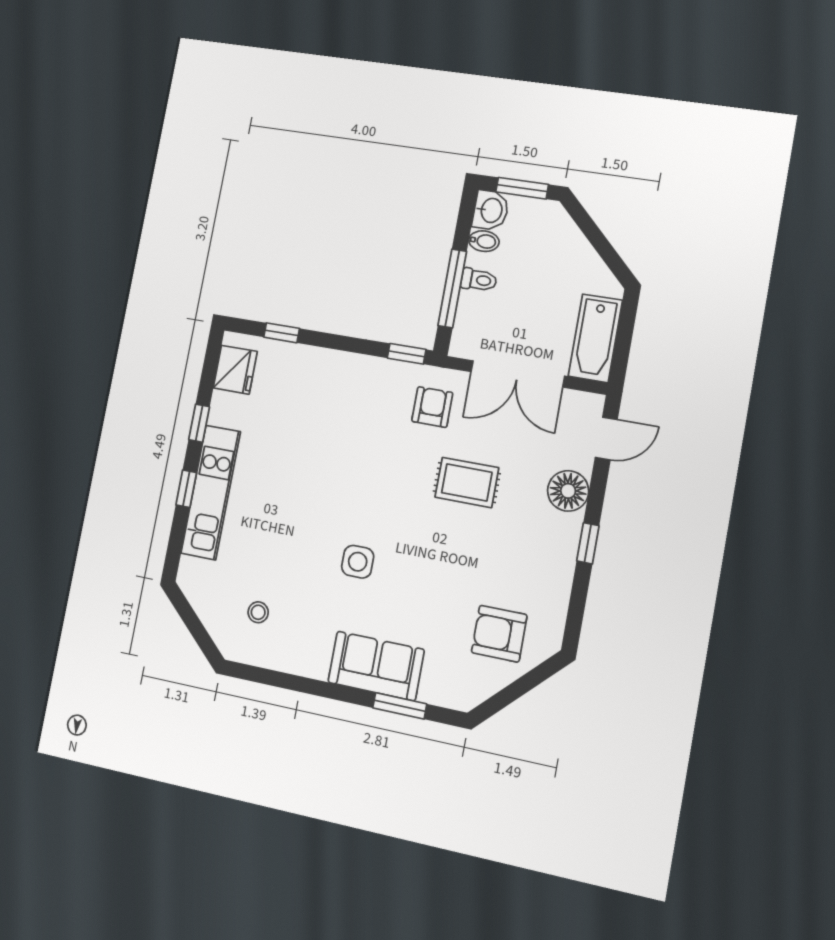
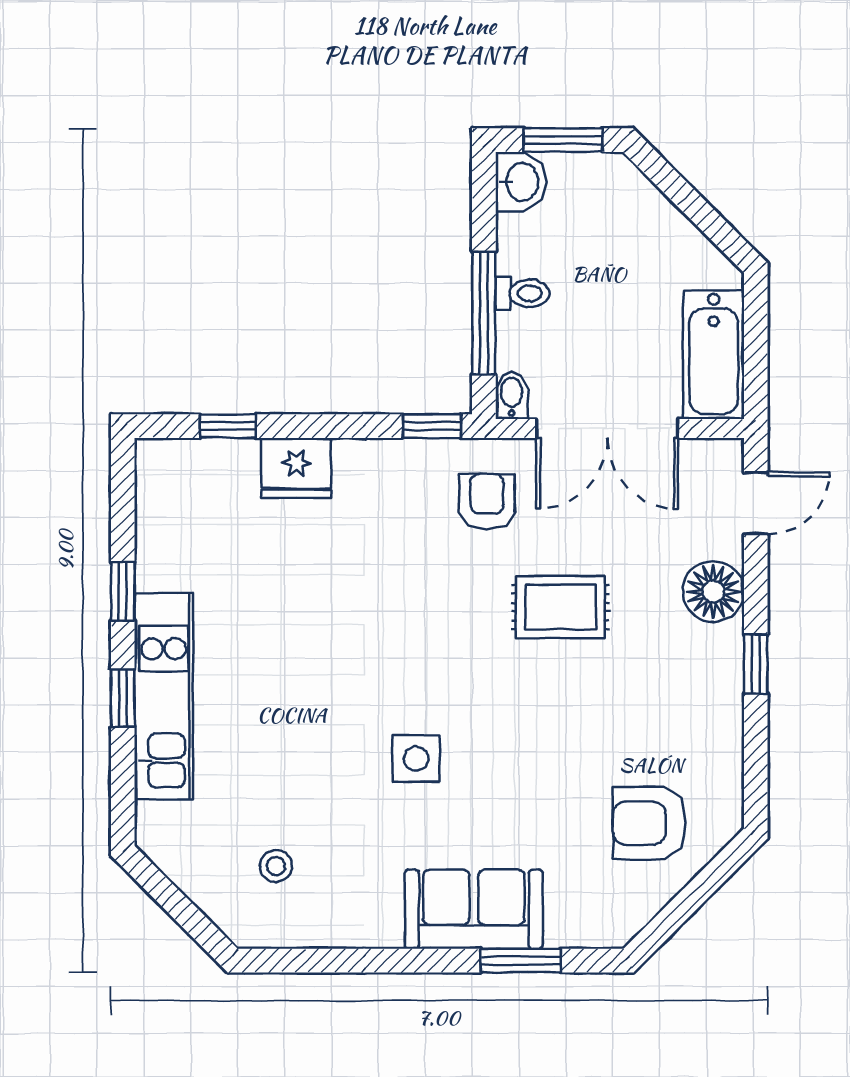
bidet: (484, 241) -> (512, 395), moved, turned -90
fridge: (235, 370) -> (296, 468), moved, turned 90

